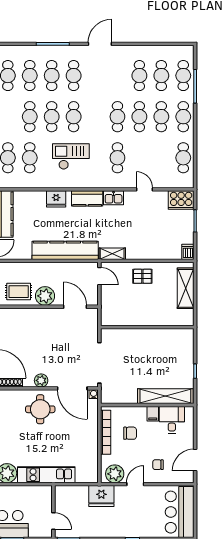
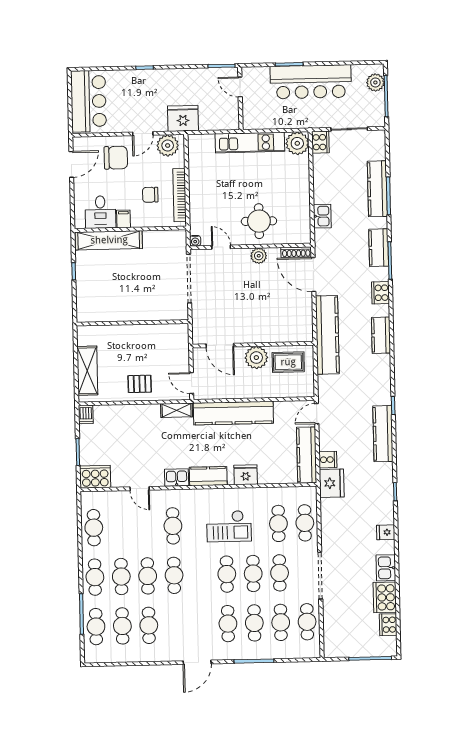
door: (72, 388) -> (221, 247), width x0.53
chair: (158, 465) -> (116, 158), width x1.87, depth x1.87

